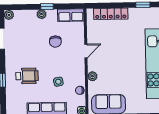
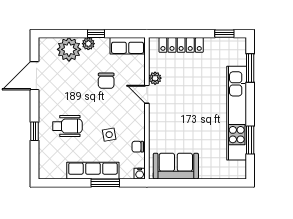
plant: (9, 15) -> (69, 49), moved, width x1.87, depth x1.87
door: (86, 51) -> (147, 94), swing flipped
plant: (92, 76) -> (155, 78), moved

